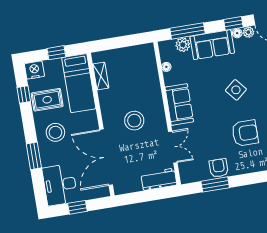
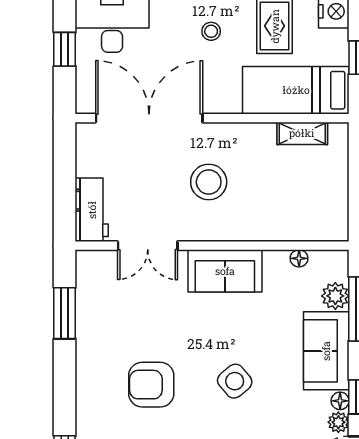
stool: (55, 132) -> (211, 31), width x0.53, depth x0.53
armchair: (245, 133) -> (151, 385), turned 90
armchair: (219, 168) -> (94, 325), removed

